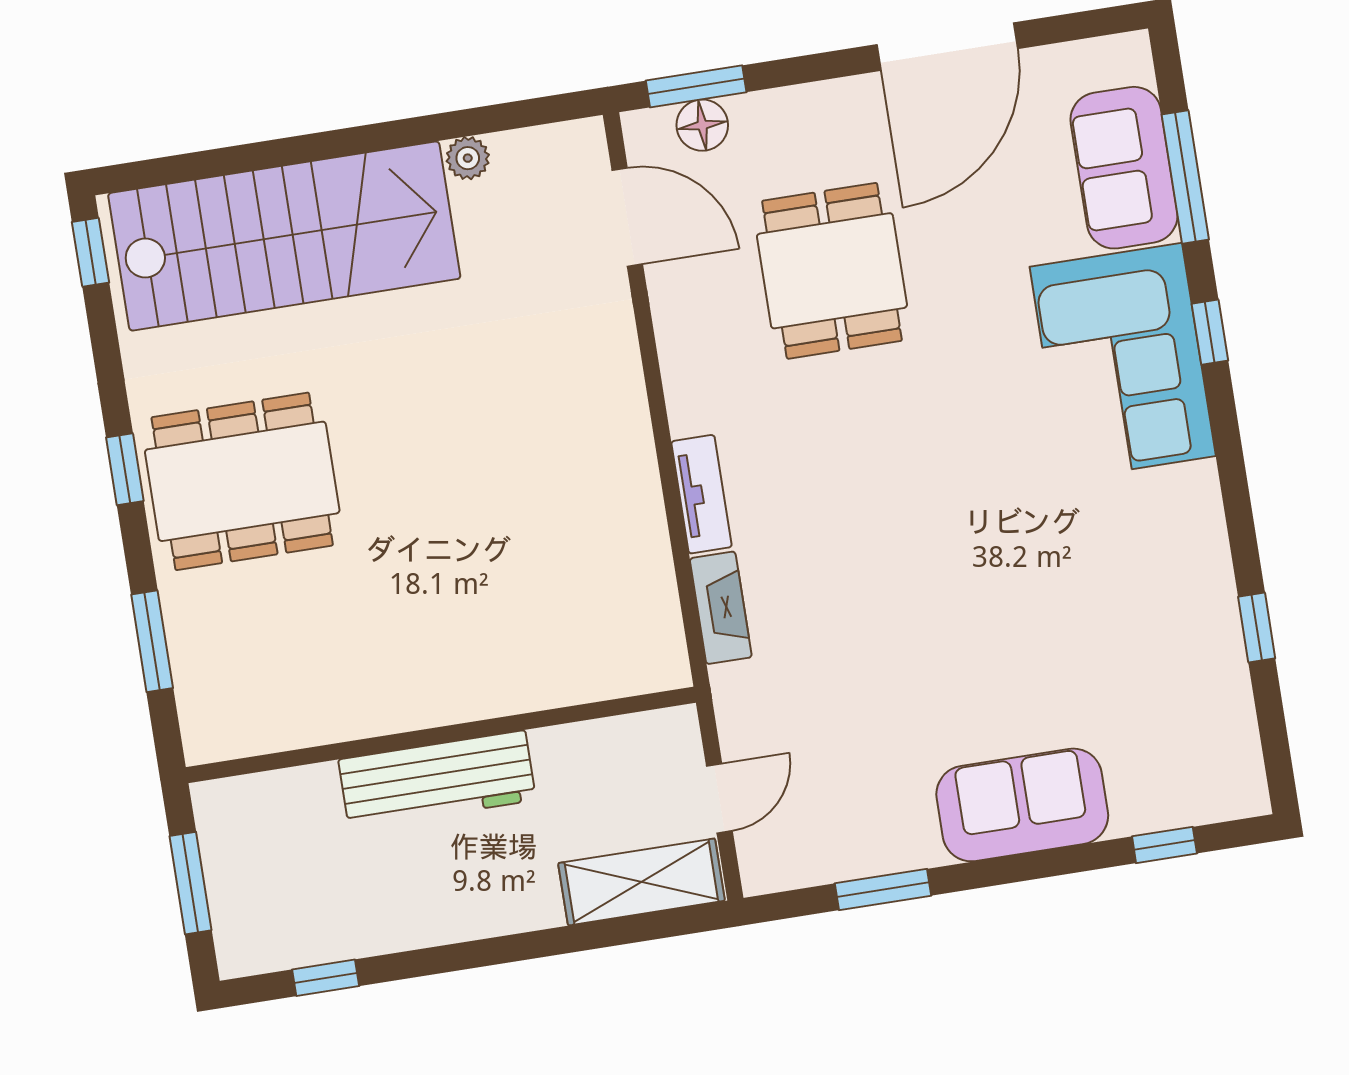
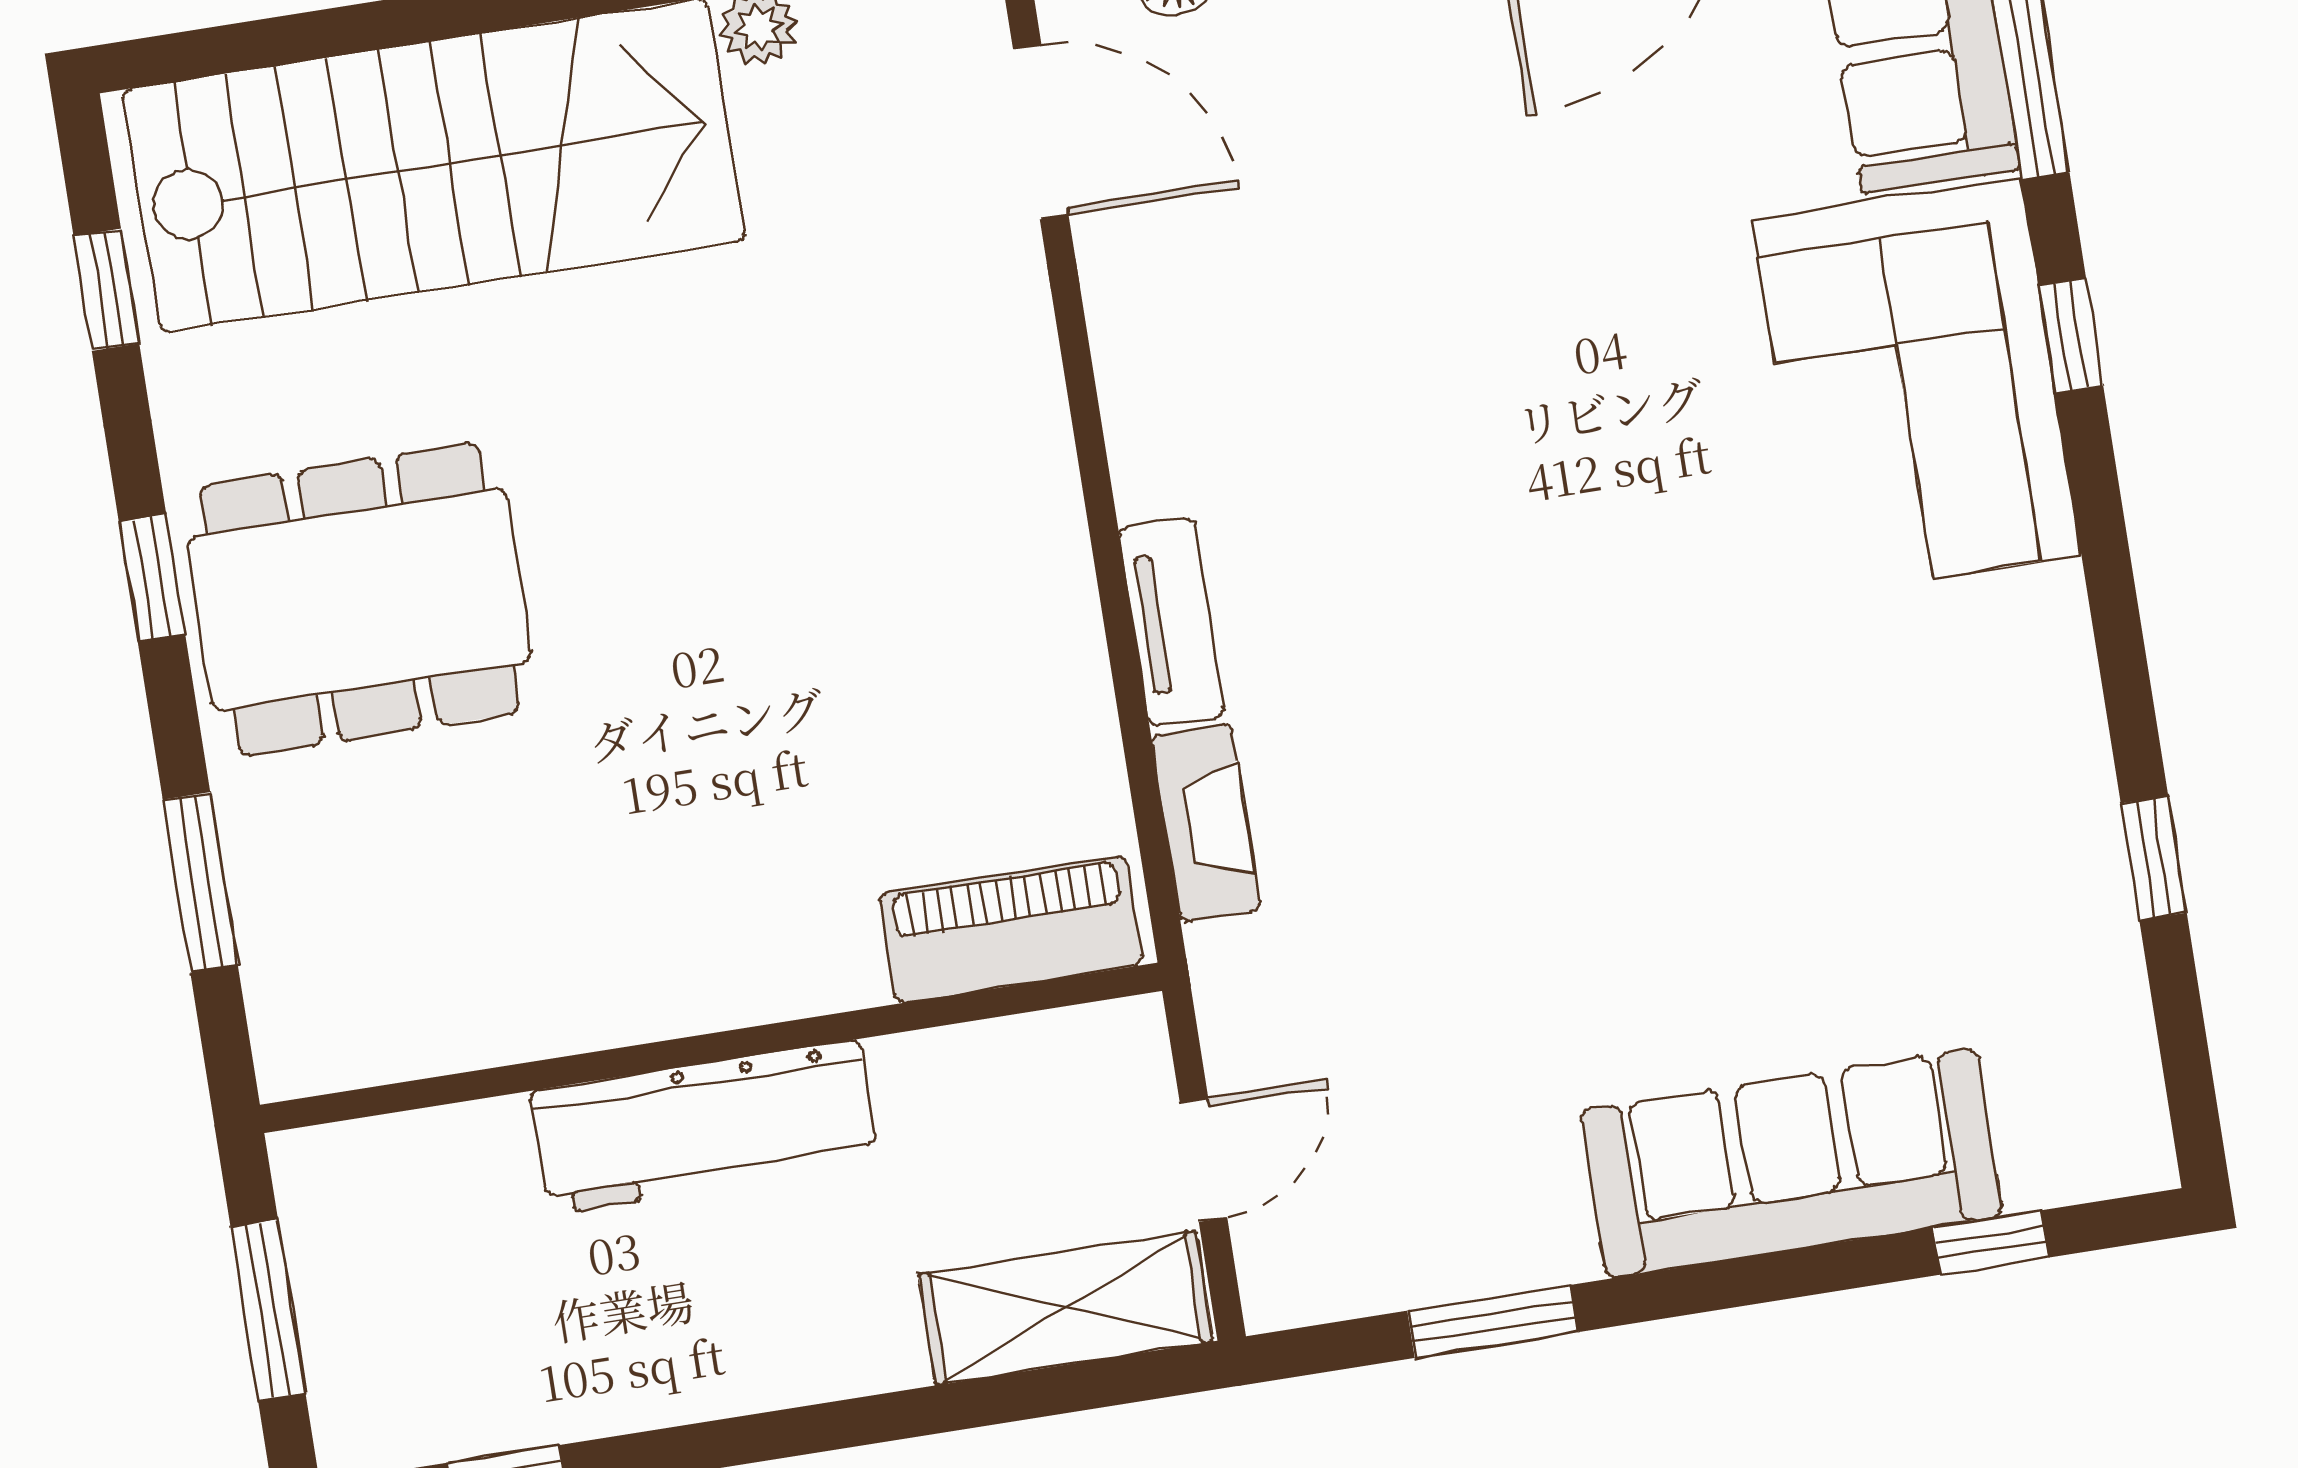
window: (90, 252) -> (106, 290), moved
dining table: (832, 271) -> (1403, 227), removed
piano: (610, 668) -> (1011, 929), added
sofa: (1022, 805) -> (1792, 1163), width x1.36

